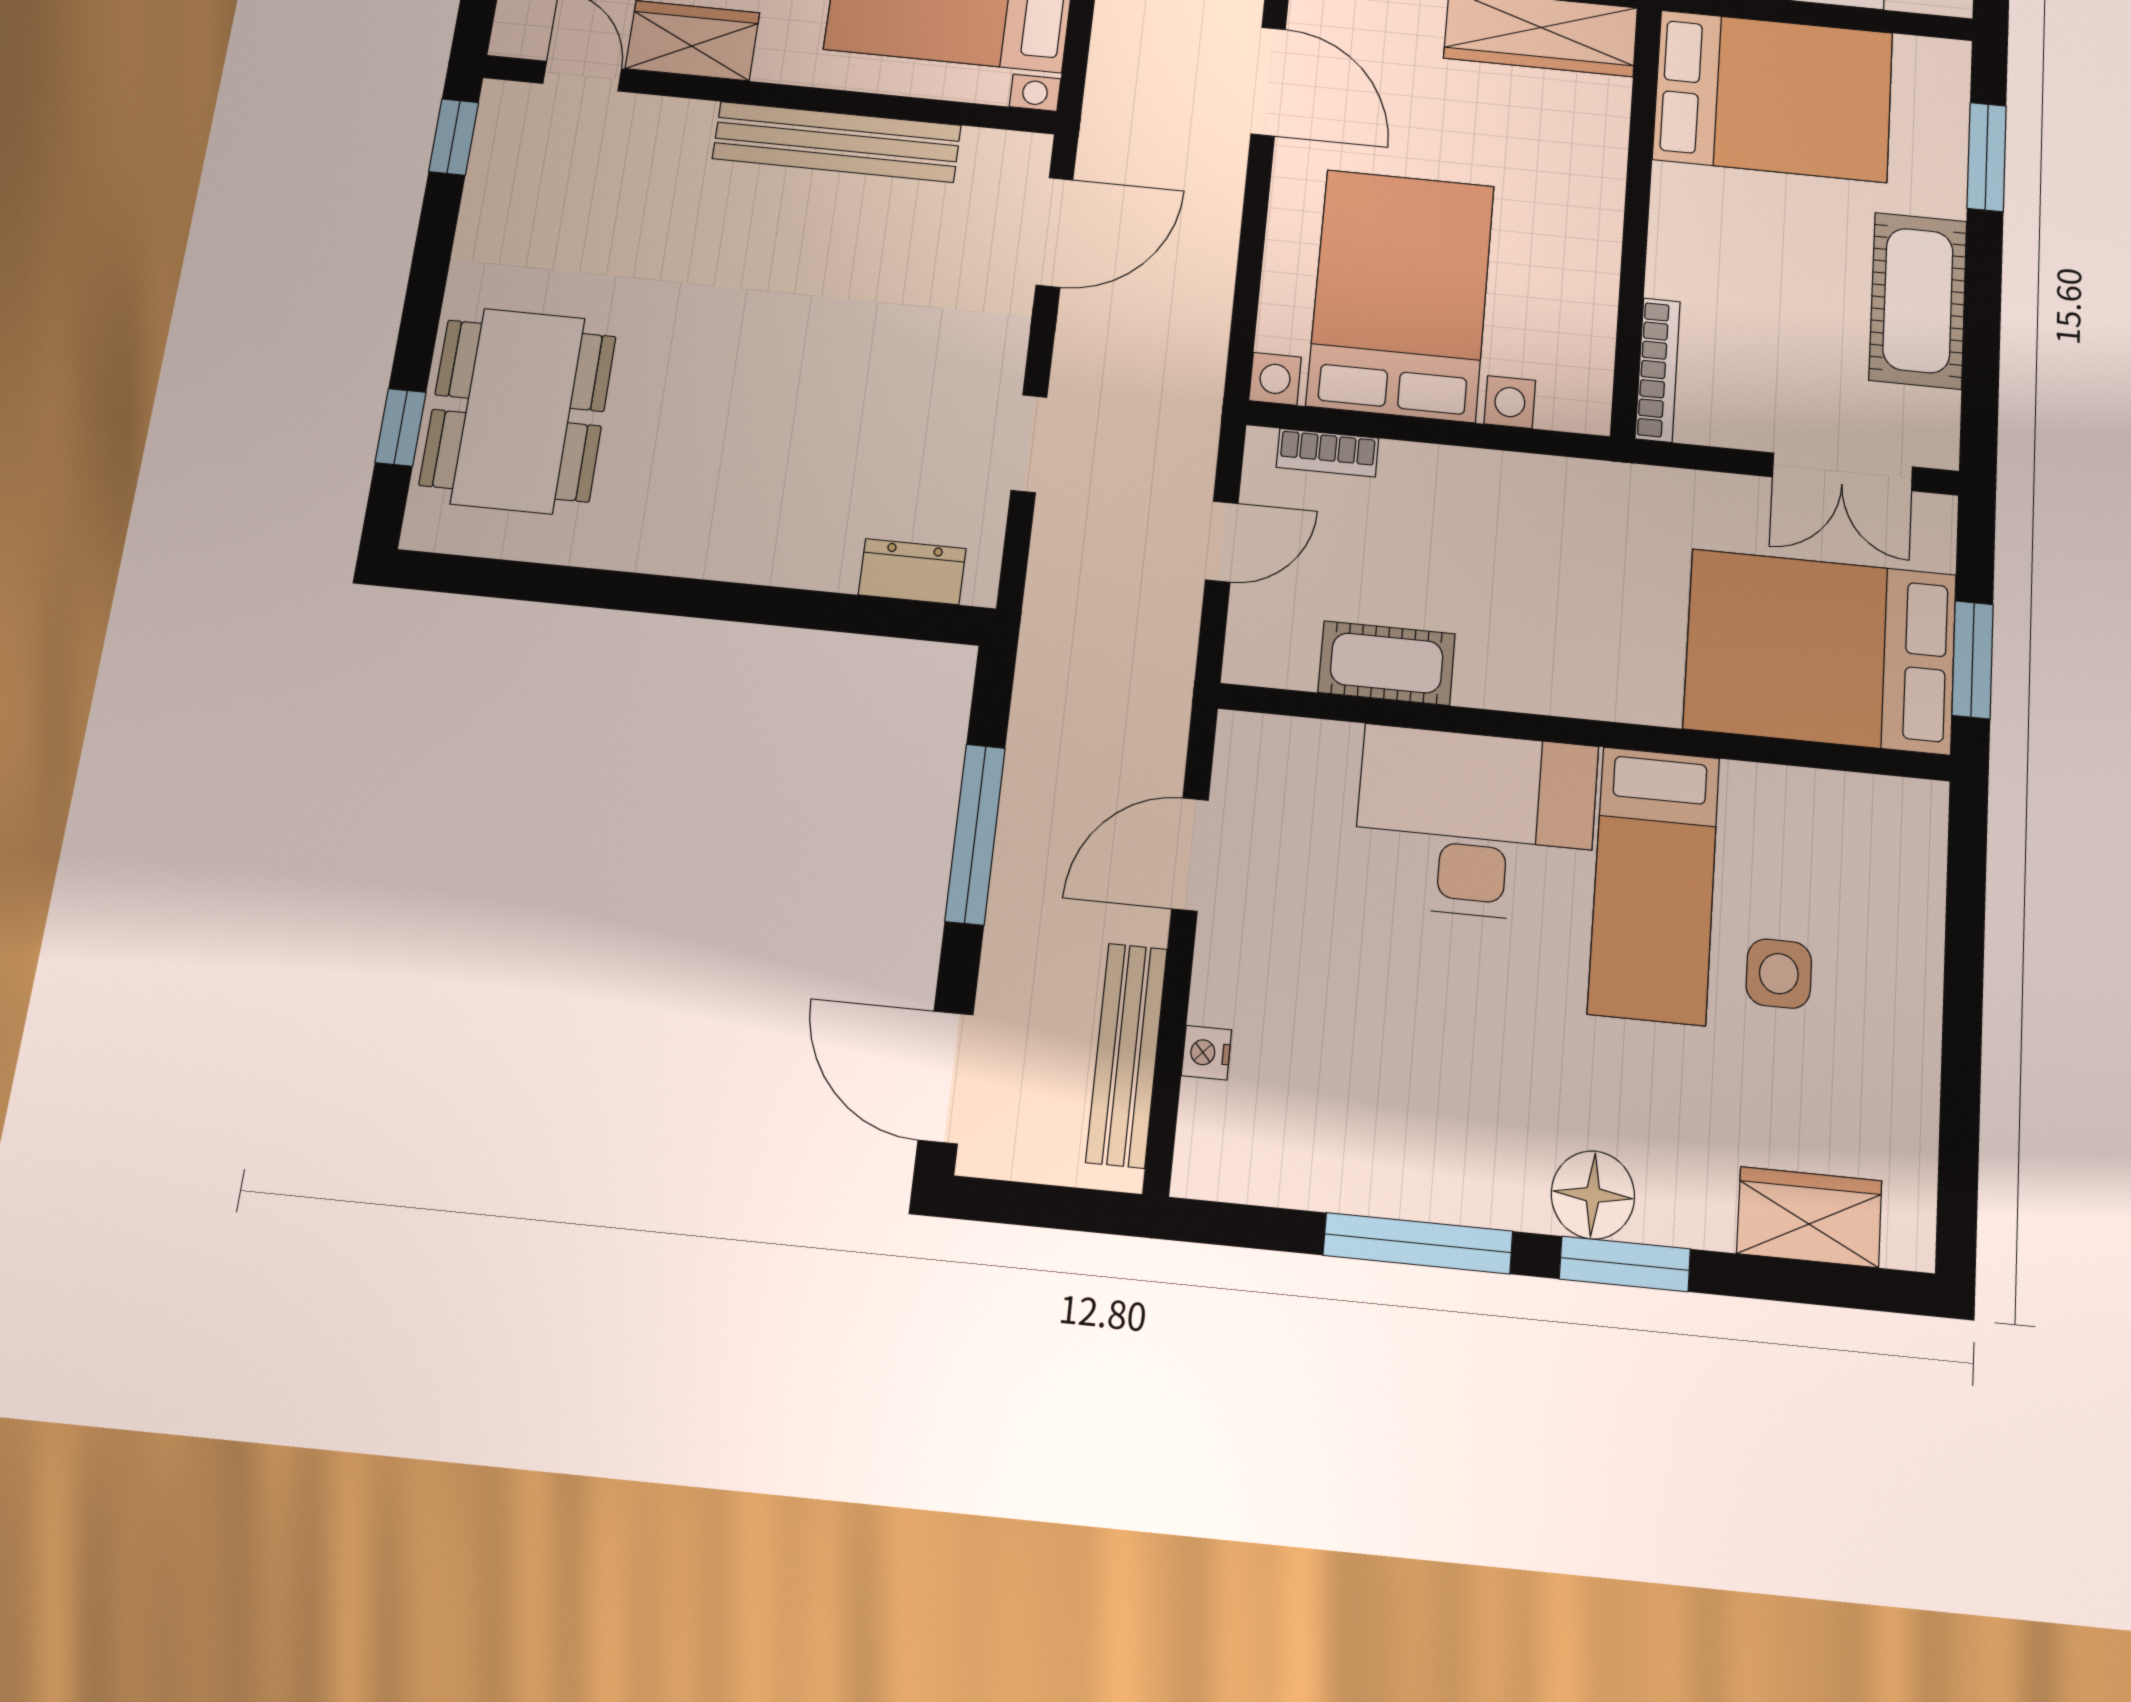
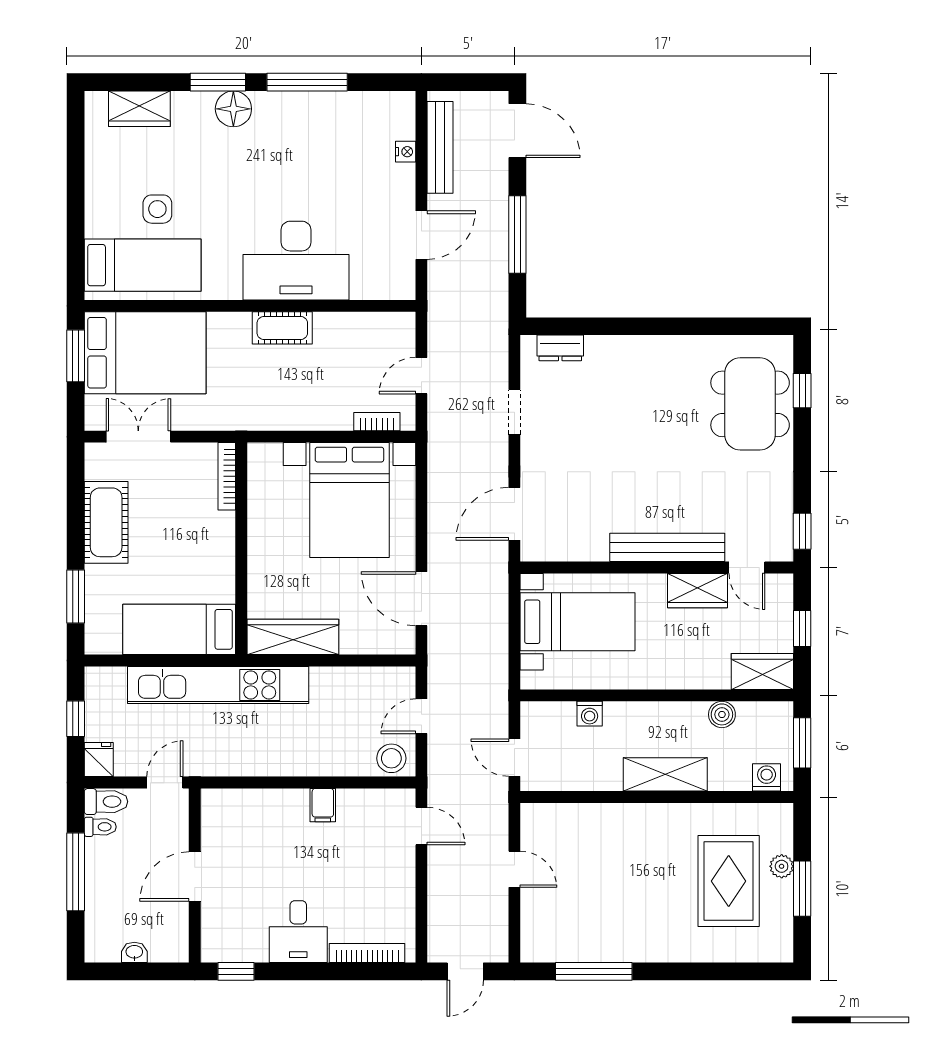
bed: (1773, 96) -> (179, 629), width x0.67
bench: (837, 142) -> (667, 547), moved
cot: (1387, 663) -> (282, 328), moved
bed: (1654, 885) -> (143, 265), moved, turned 90

